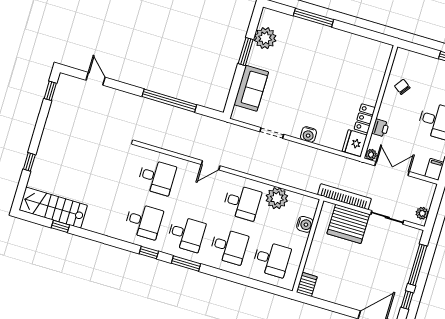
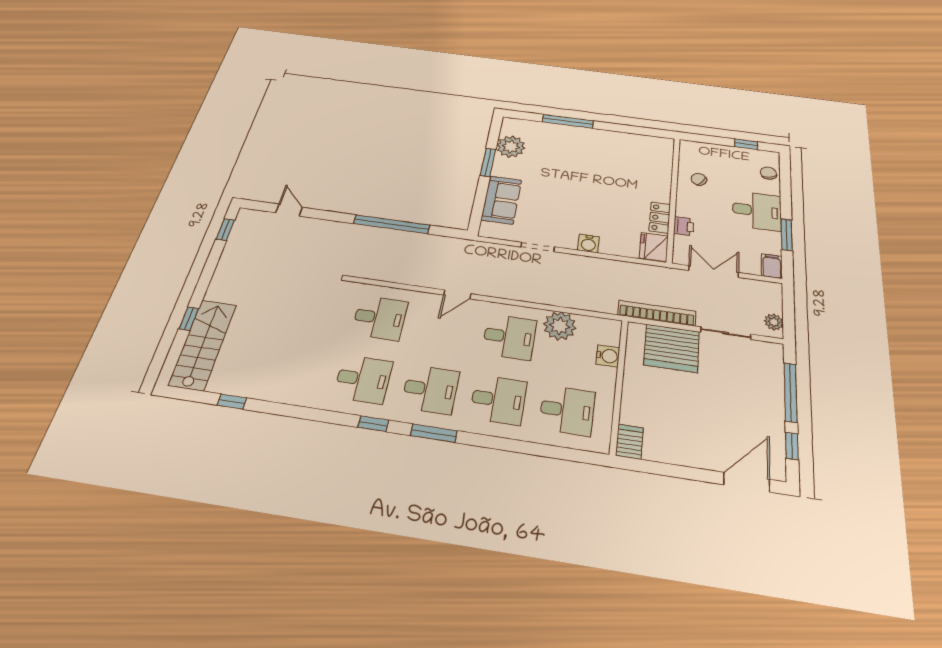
plant: (371, 155) -> (680, 258), removed
stairs: (53, 208) -> (203, 344), moved, turned 90

